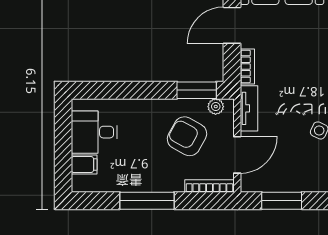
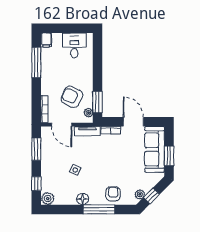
armchair: (187, 136) -> (72, 97), turned -93
filing cabinet: (84, 164) -> (46, 40), moved
window: (147, 201) -> (36, 63), moved

